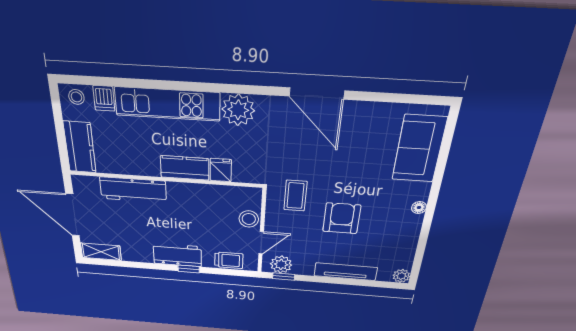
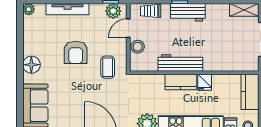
fridge: (221, 170) -> (205, 82), moved
workbench: (133, 190) -> (180, 63), moved
floor lamp: (419, 208) -> (31, 65), width x1.89, depth x1.89

